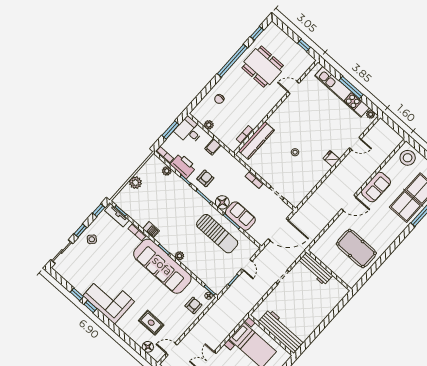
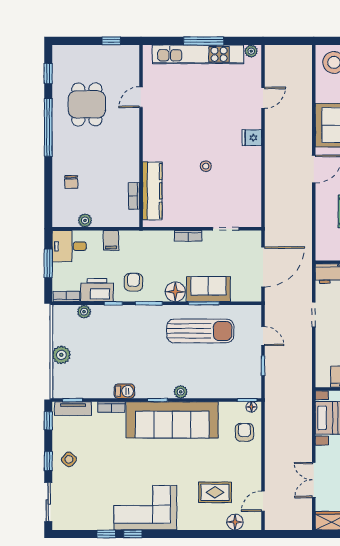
dining table: (263, 67) -> (87, 104), width x0.73

